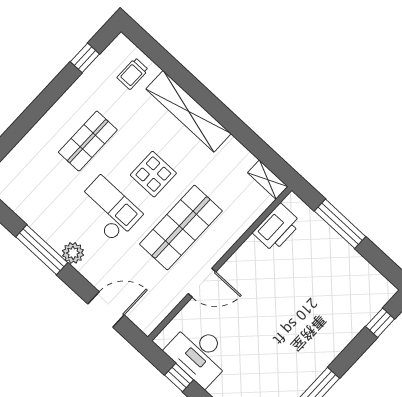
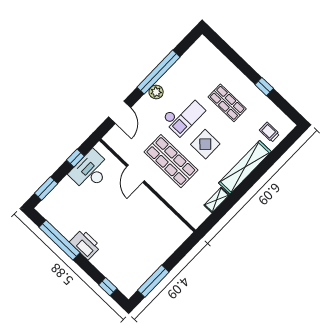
window: (85, 58) -> (264, 87), moved
shelving: (268, 180) -> (217, 200), moved
window: (340, 224) -> (153, 281), moved
printer: (277, 228) -> (85, 244), moved, turned 180
window: (42, 250) -> (158, 72), width x1.46

